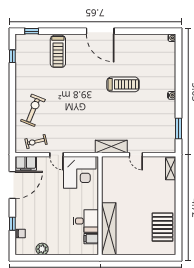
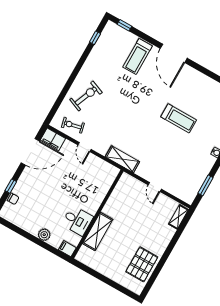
door: (100, 31) -> (174, 53), moved
shelving: (111, 147) -> (122, 159), moved
corner desk: (80, 172) -> (96, 174), removed
shelving: (109, 229) -> (98, 232), width x0.68
filing cabinet: (91, 239) -> (67, 249), moved
plant: (42, 249) -> (44, 235), moved

